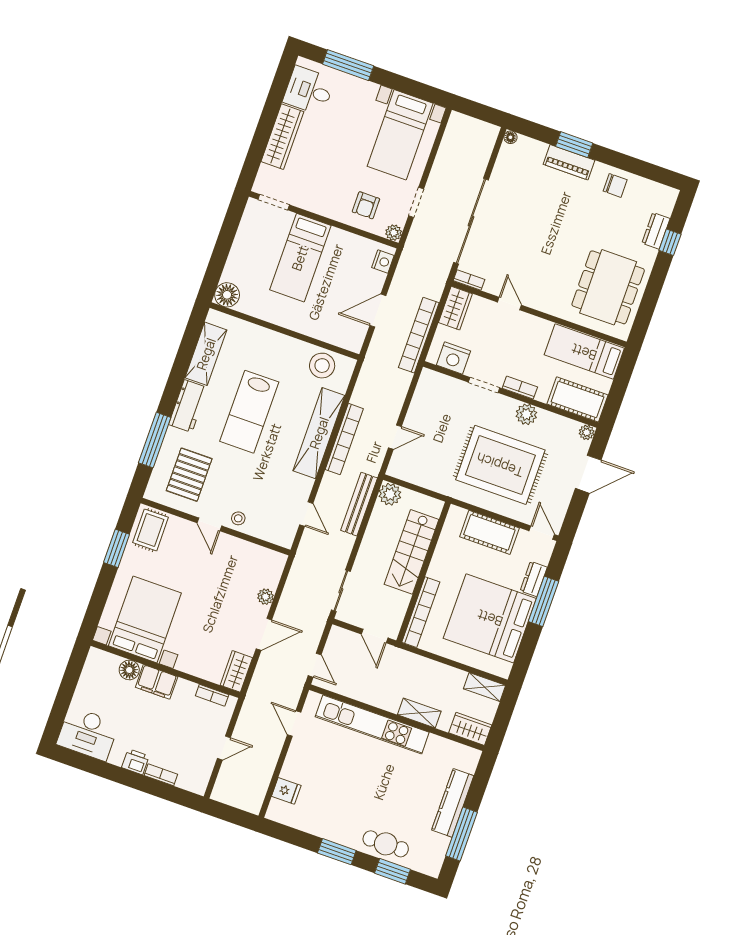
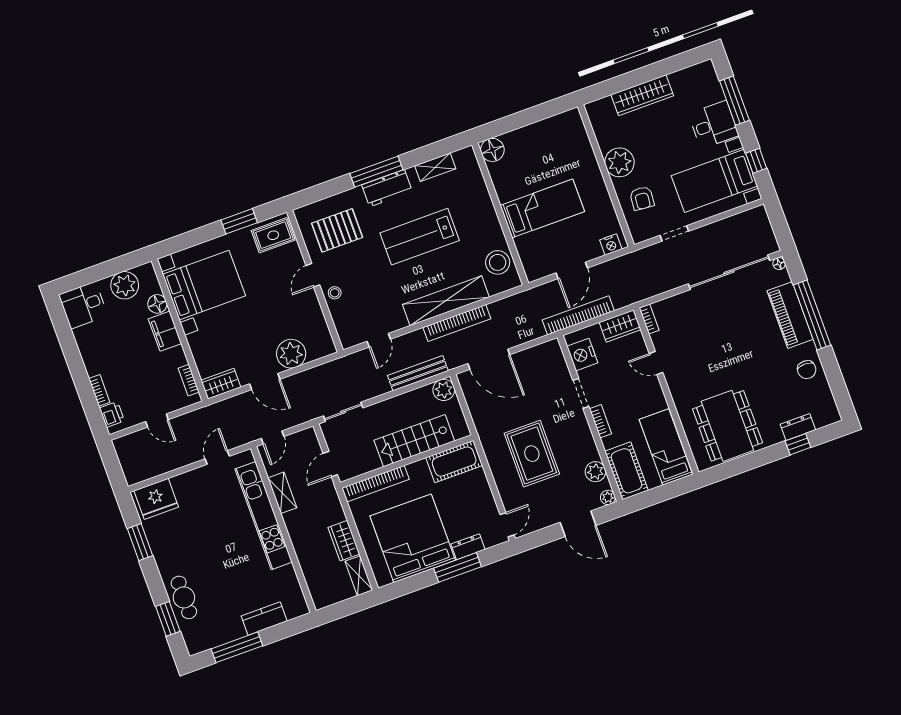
window: (411, 87) -> (756, 161), added
desk: (309, 91) -> (714, 125), moved, turned 90
window: (574, 145) -> (812, 315), width x2.11
piano: (569, 162) -> (790, 315), width x1.37, depth x1.33
doorway: (274, 202) -> (589, 128), removed
armchair: (366, 205) -> (642, 198), turned -85
sliding door: (471, 221) -> (729, 272), moved
plant: (394, 233) -> (619, 162), moved, width x1.88, depth x1.88
bed: (300, 258) -> (542, 208), moved, turned 180
dining table: (608, 287) -> (727, 426), turned 90
door: (509, 304) -> (656, 363), swing flipped
door: (378, 311) -> (572, 270), swing flipped
shelving: (206, 354) -> (435, 167), width x0.67, depth x0.75
plant: (526, 414) -> (595, 472), moved
door: (395, 437) -> (489, 359), width x1.88
window: (155, 440) -> (376, 172), moved
rug: (500, 465) -> (532, 454), width x0.73, depth x0.69
cot: (489, 532) -> (454, 462), moved, turned 90
plant: (265, 597) -> (291, 354), width x1.87, depth x1.87
plant: (92, 684) -> (125, 285), added
shelving: (419, 713) -> (282, 493), moved
wardrobe: (470, 729) -> (344, 541), moved, turned 180
desk: (88, 734) -> (83, 305), width x0.73
printer: (135, 762) -> (112, 414), moved
fridge: (286, 791) -> (156, 499), width x1.88, depth x1.34
kitchen counter: (453, 803) -> (264, 619), width x0.67
window: (337, 852) -> (140, 542), moved

